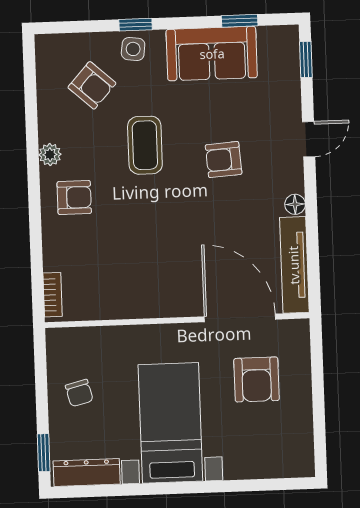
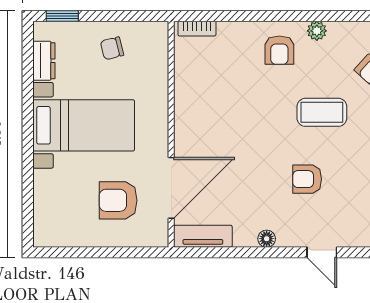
armchair: (224, 160) -> (307, 179), turned -86
tv unit: (294, 265) -> (203, 236), width x0.71
dresser: (87, 472) -> (44, 61), width x0.70

